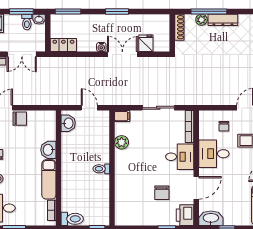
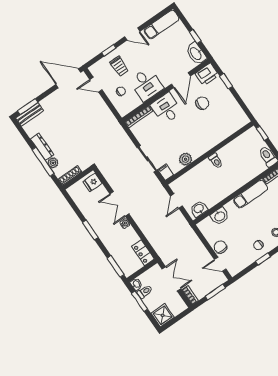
fridge: (146, 43) -> (93, 182), moved
sliding door: (158, 108) -> (147, 159), moved
washbasin: (48, 150) -> (220, 216), moved
door: (196, 188) -> (181, 80), swing flipped

